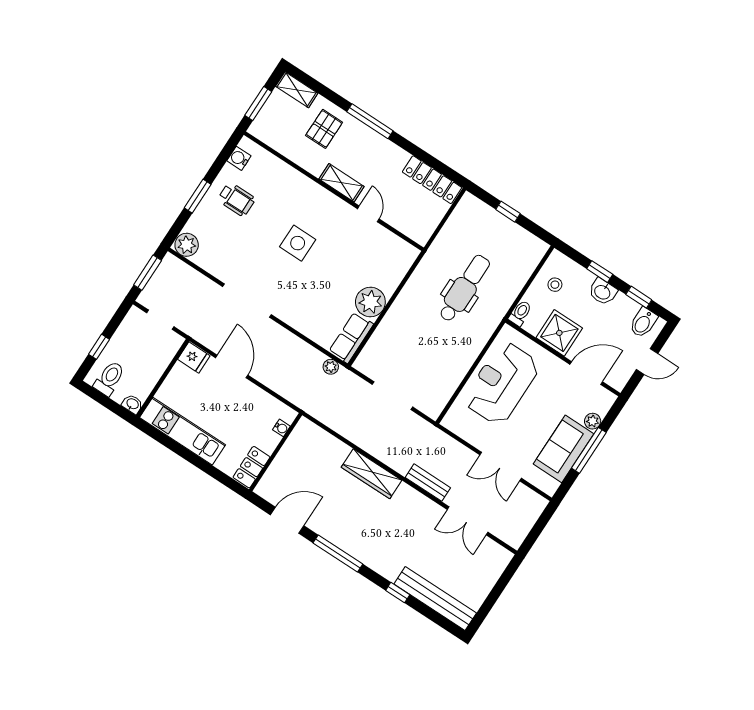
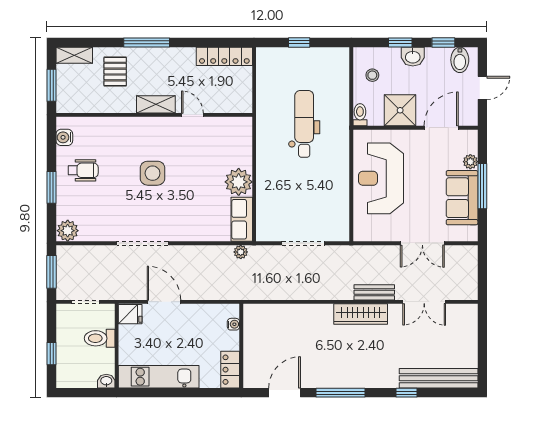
toilet: (109, 378) -> (100, 338), moved, turned -90
wardrobe: (372, 474) -> (361, 314), moved

